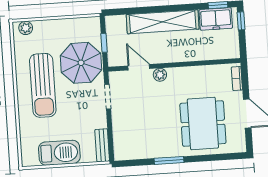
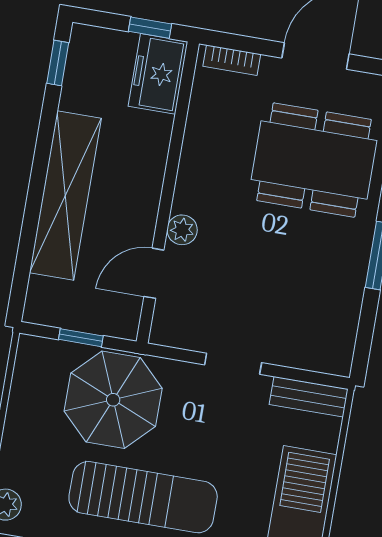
freezer: (216, 19) -> (158, 74), moved, turned 180
window: (241, 21) -> (150, 28), moved
doorway: (108, 97) -> (233, 364), moved

